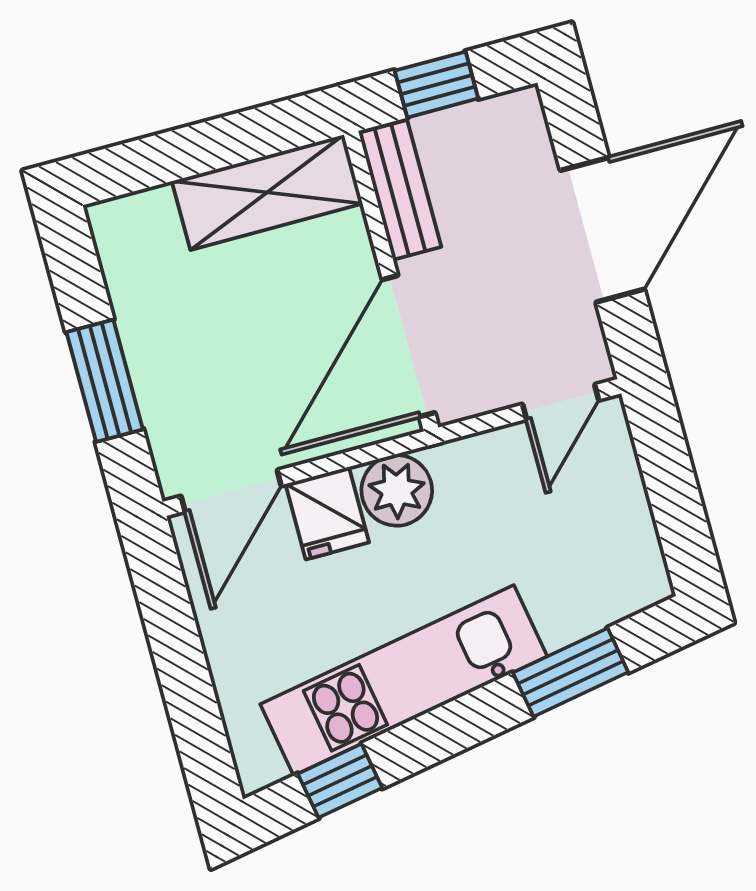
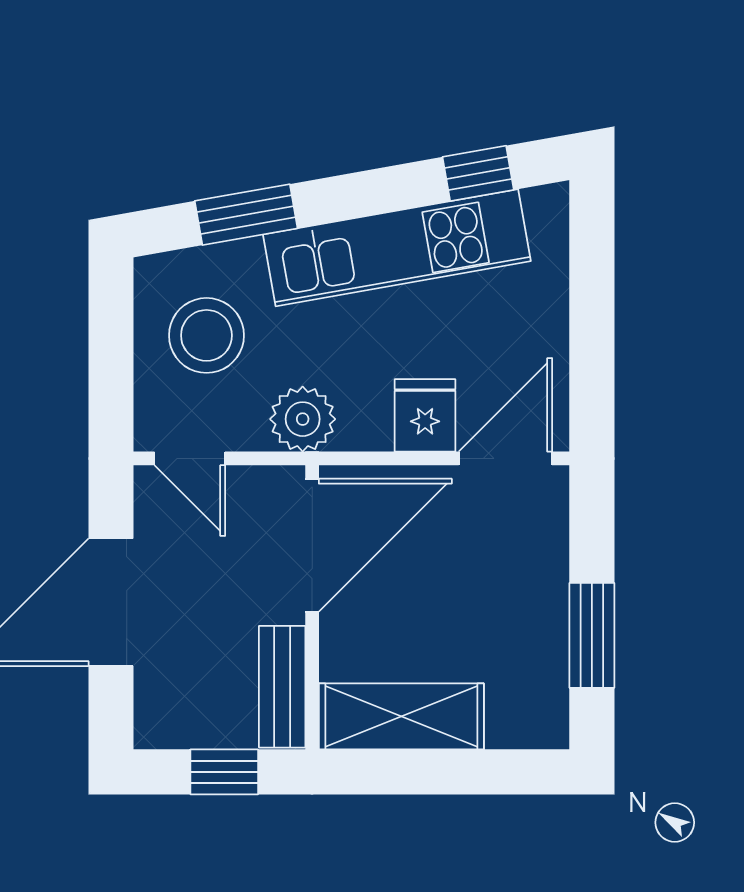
window: (105, 381) -> (592, 635), moved
door: (561, 402) -> (190, 458), swing flipped
plant: (397, 490) -> (303, 419), moved
stool: (578, 535) -> (206, 335), added

